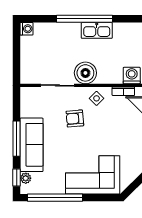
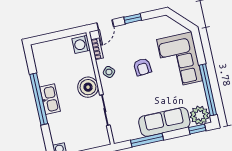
kitchen sink: (97, 30) -> (50, 99), moved
armchair: (75, 118) -> (142, 67), moved
window: (17, 139) -> (147, 140), moved
plant: (26, 178) -> (199, 115), width x1.88, depth x1.88

